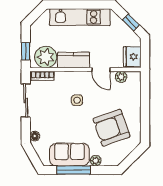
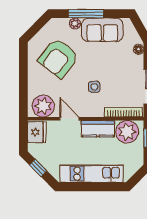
bookcase: (42, 76) -> (124, 112), width x1.56
plant: (121, 77) -> (43, 106), width x1.88, depth x1.88
armchair: (112, 128) -> (58, 58), turned 147
window: (74, 170) -> (86, 14), moved

